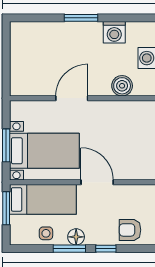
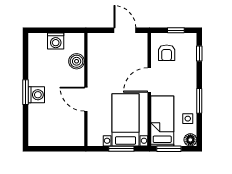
washing machine: (114, 32) -> (36, 95), moved
armchair: (130, 230) -> (167, 53), moved
floor lamp: (76, 237) -> (190, 140), moved
window: (106, 249) -> (199, 53), moved

